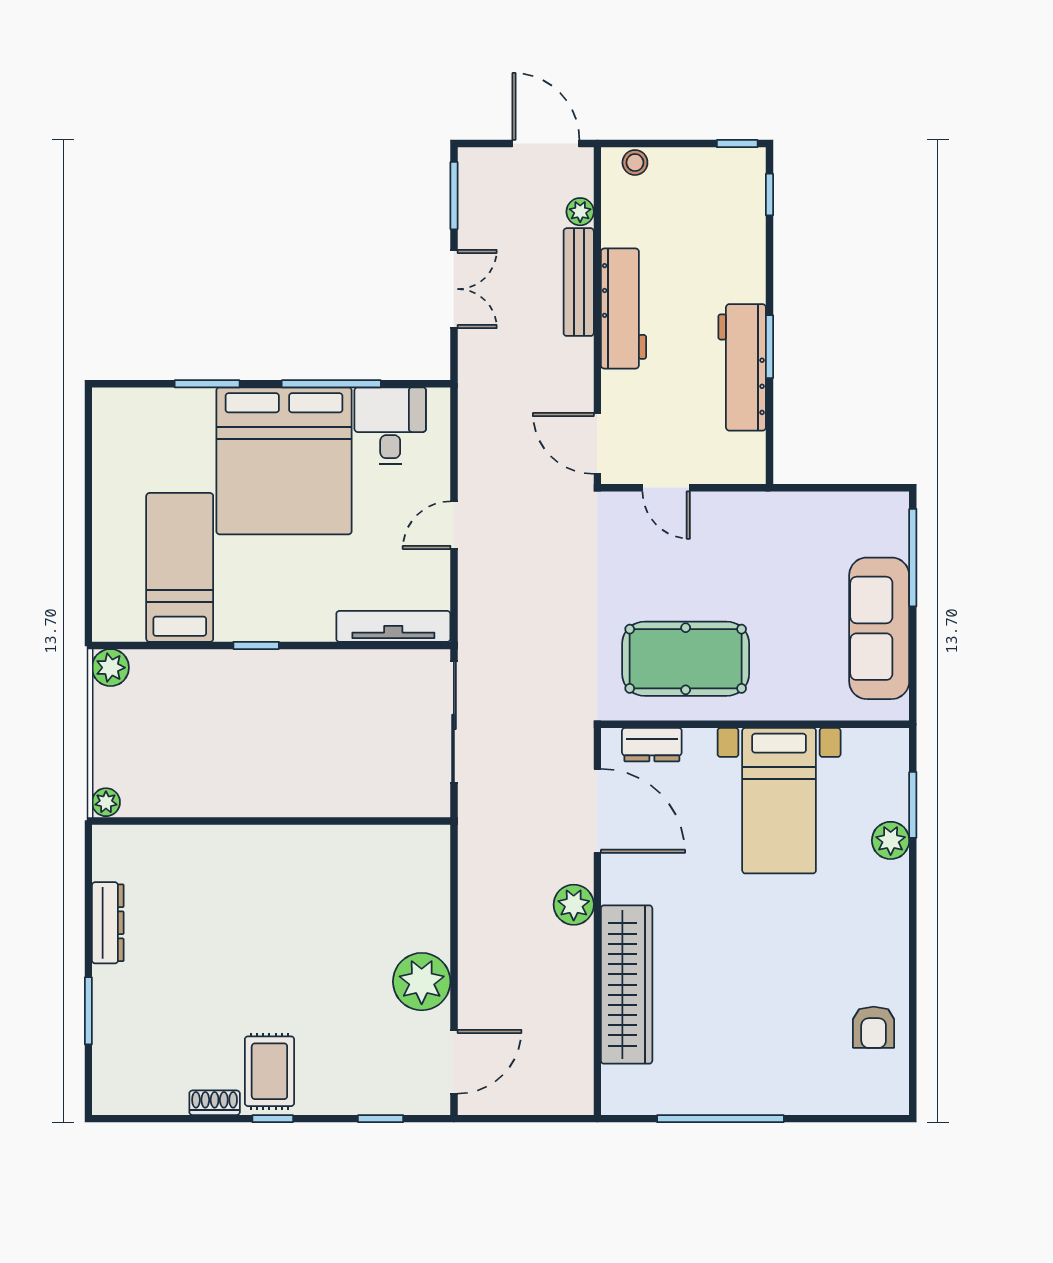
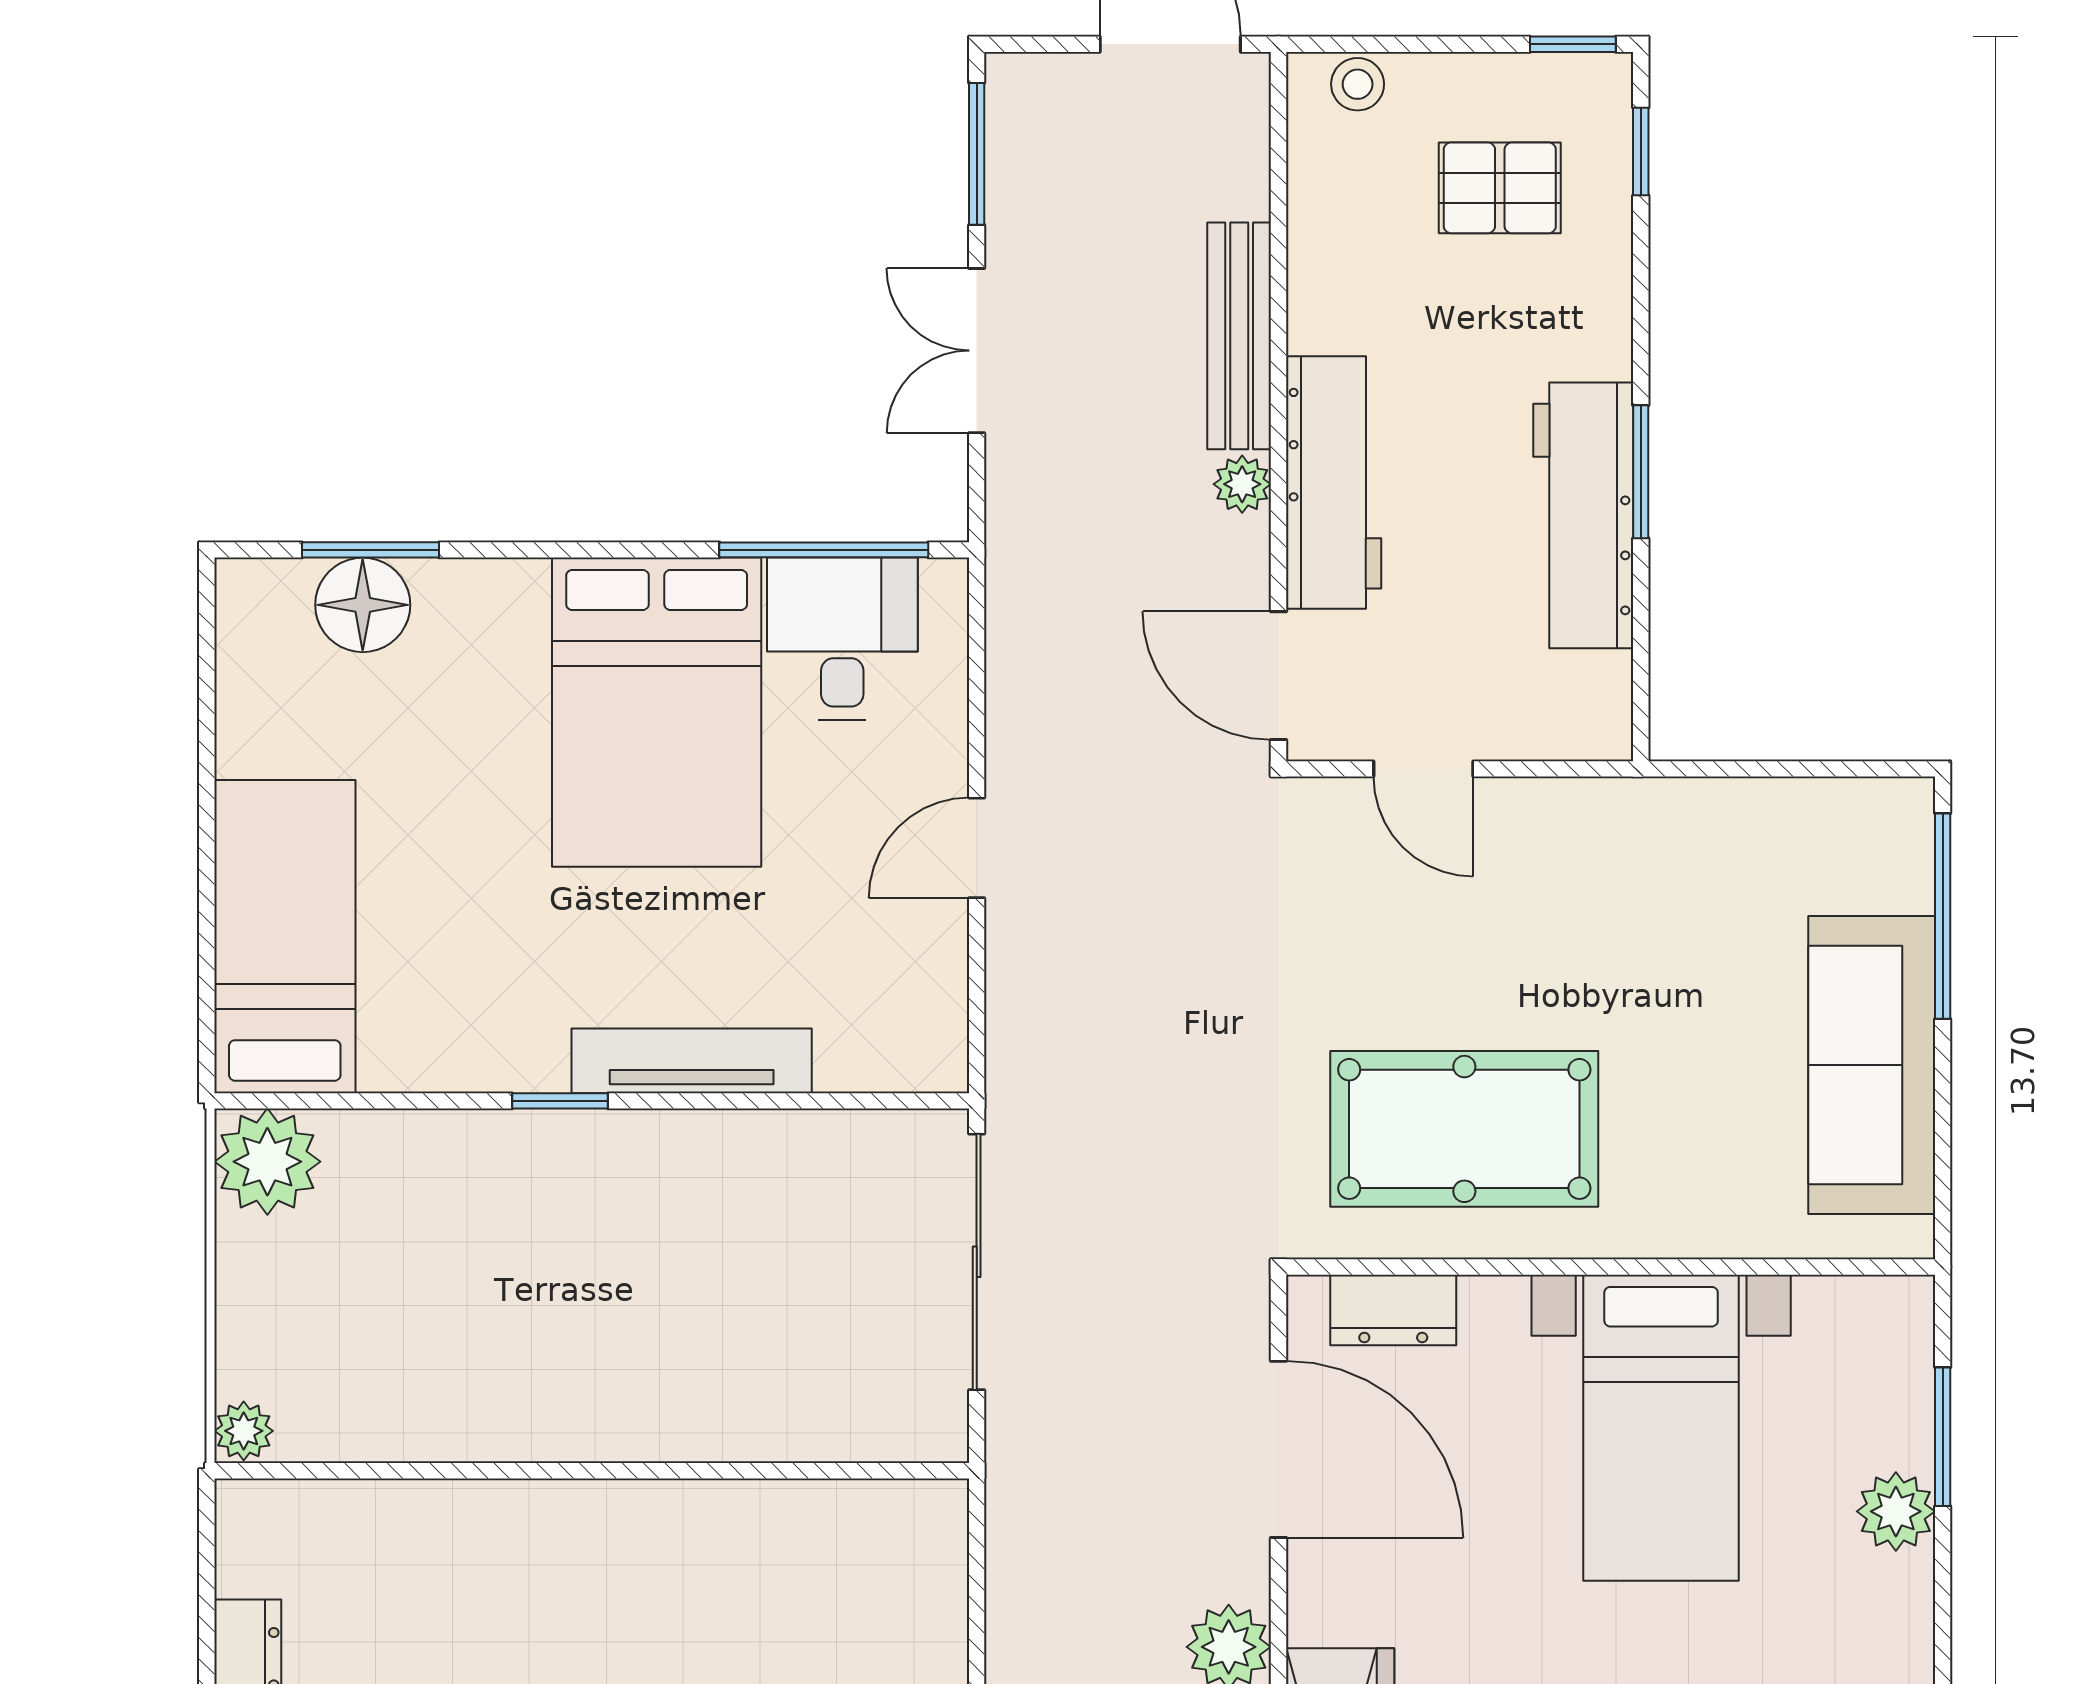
plant: (580, 212) -> (1242, 484), moved
pallet: (702, 212) -> (1500, 188), added
double door: (454, 289) -> (977, 351), swing flipped
workbench: (624, 308) -> (1334, 483), moved
window: (207, 384) -> (370, 550), moved
window: (331, 384) -> (824, 550), moved
floor lamp: (162, 410) -> (363, 605), added
bed: (284, 461) -> (657, 712), width x0.73
bed: (180, 567) -> (285, 937), moved
tv unit: (393, 626) -> (692, 1061), moved
plant: (110, 668) -> (267, 1162), width x1.36, depth x1.36

